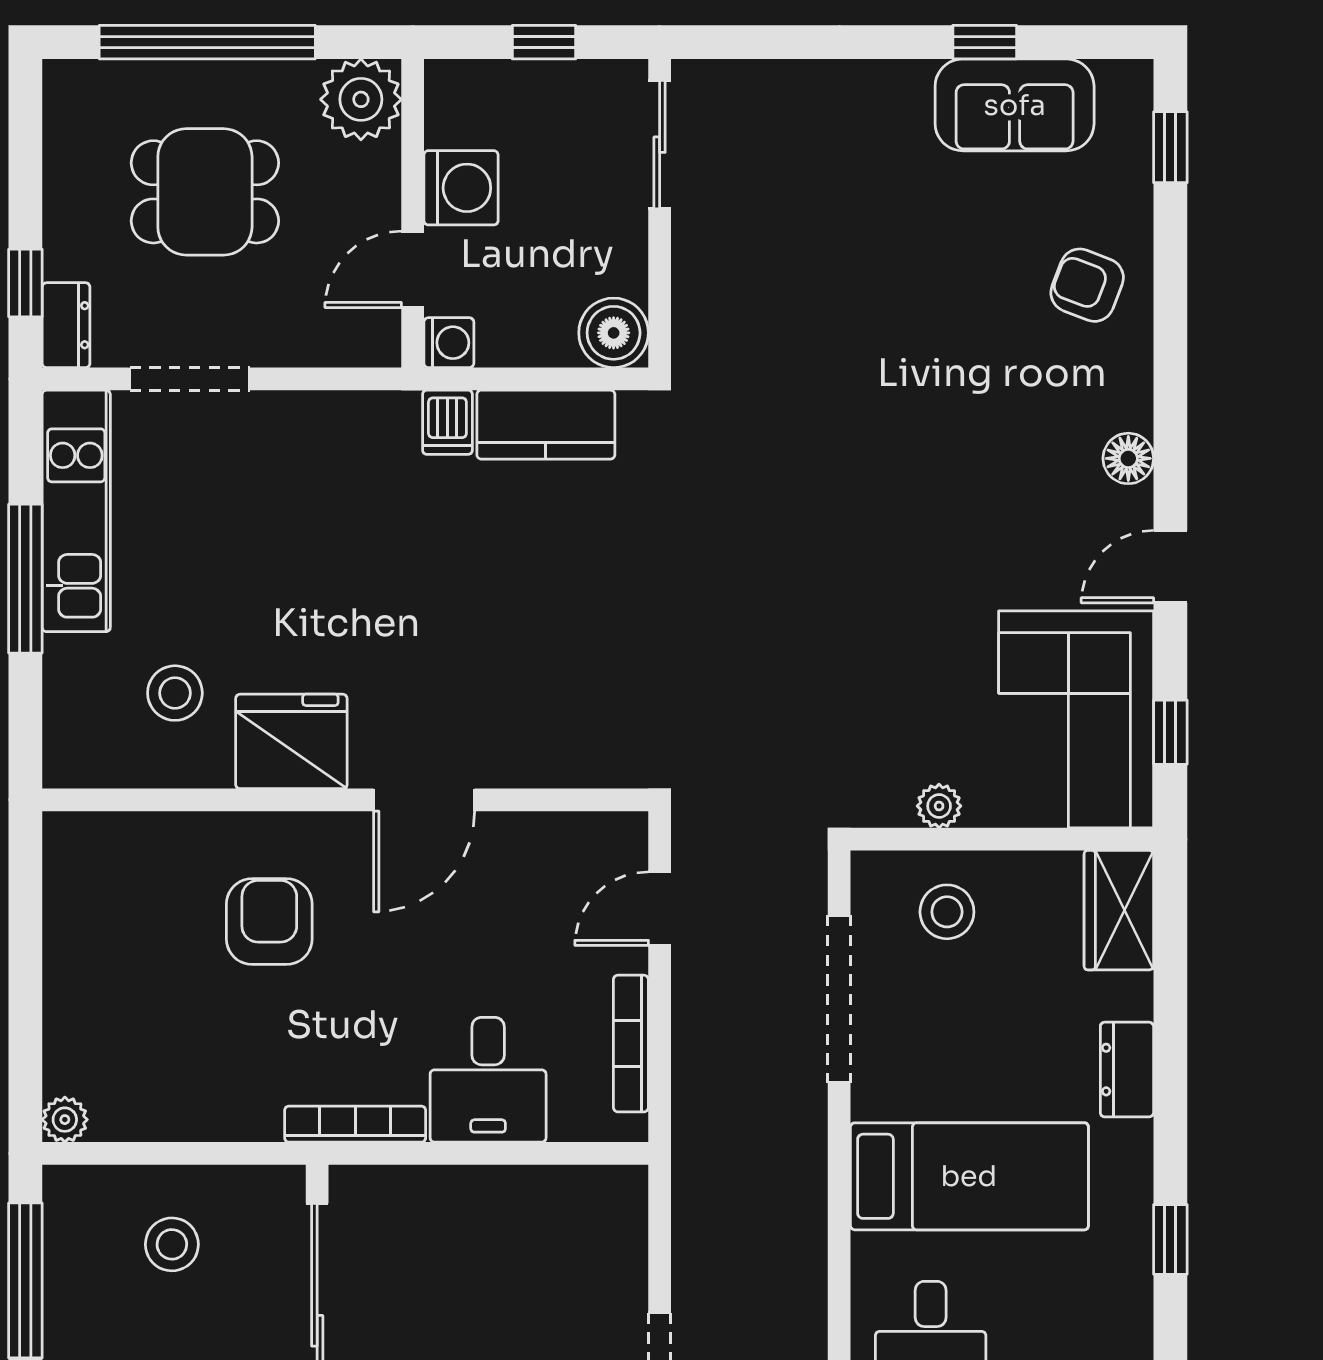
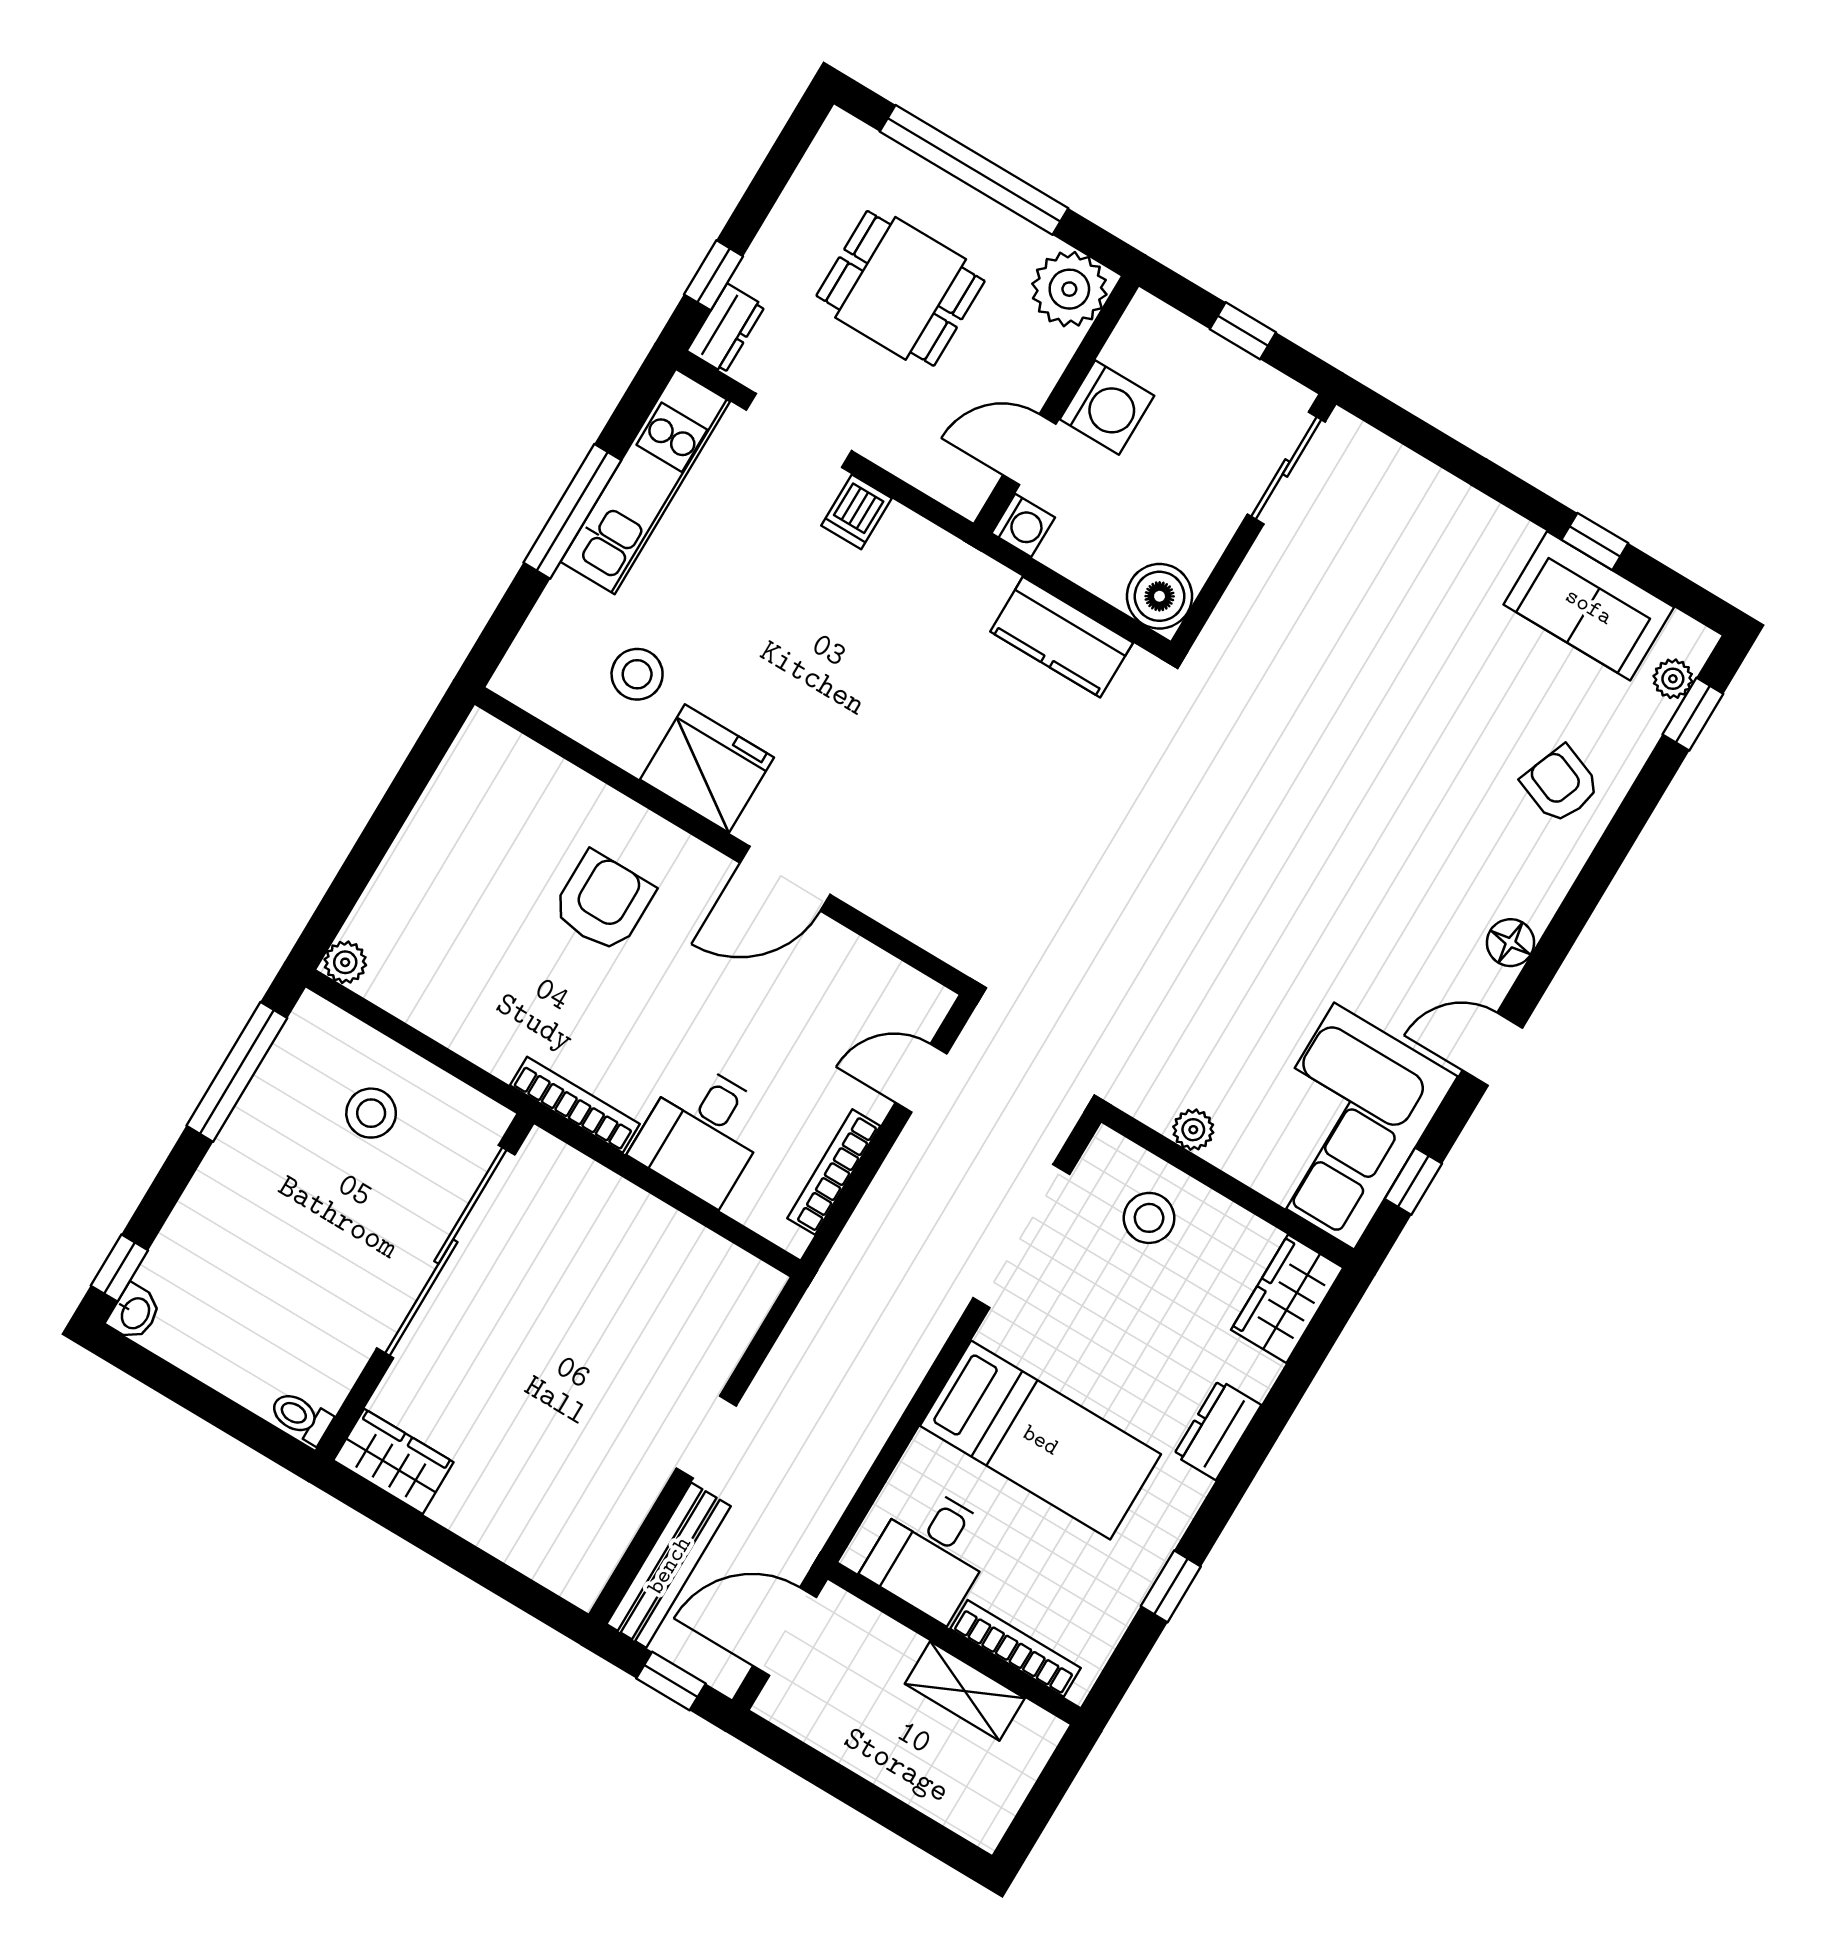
plant: (1132, 126) -> (1673, 679), added
dishwasher: (447, 422) -> (856, 512), moved

